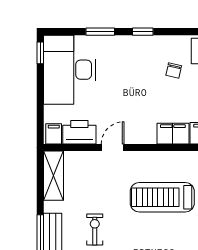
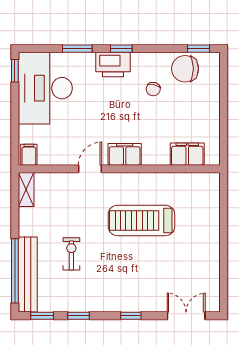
printer: (79, 132) -> (113, 65), moved, turned 180
filing cabinet: (173, 134) -> (125, 154), moved
shelving: (54, 176) -> (26, 190), width x0.67, depth x0.75

